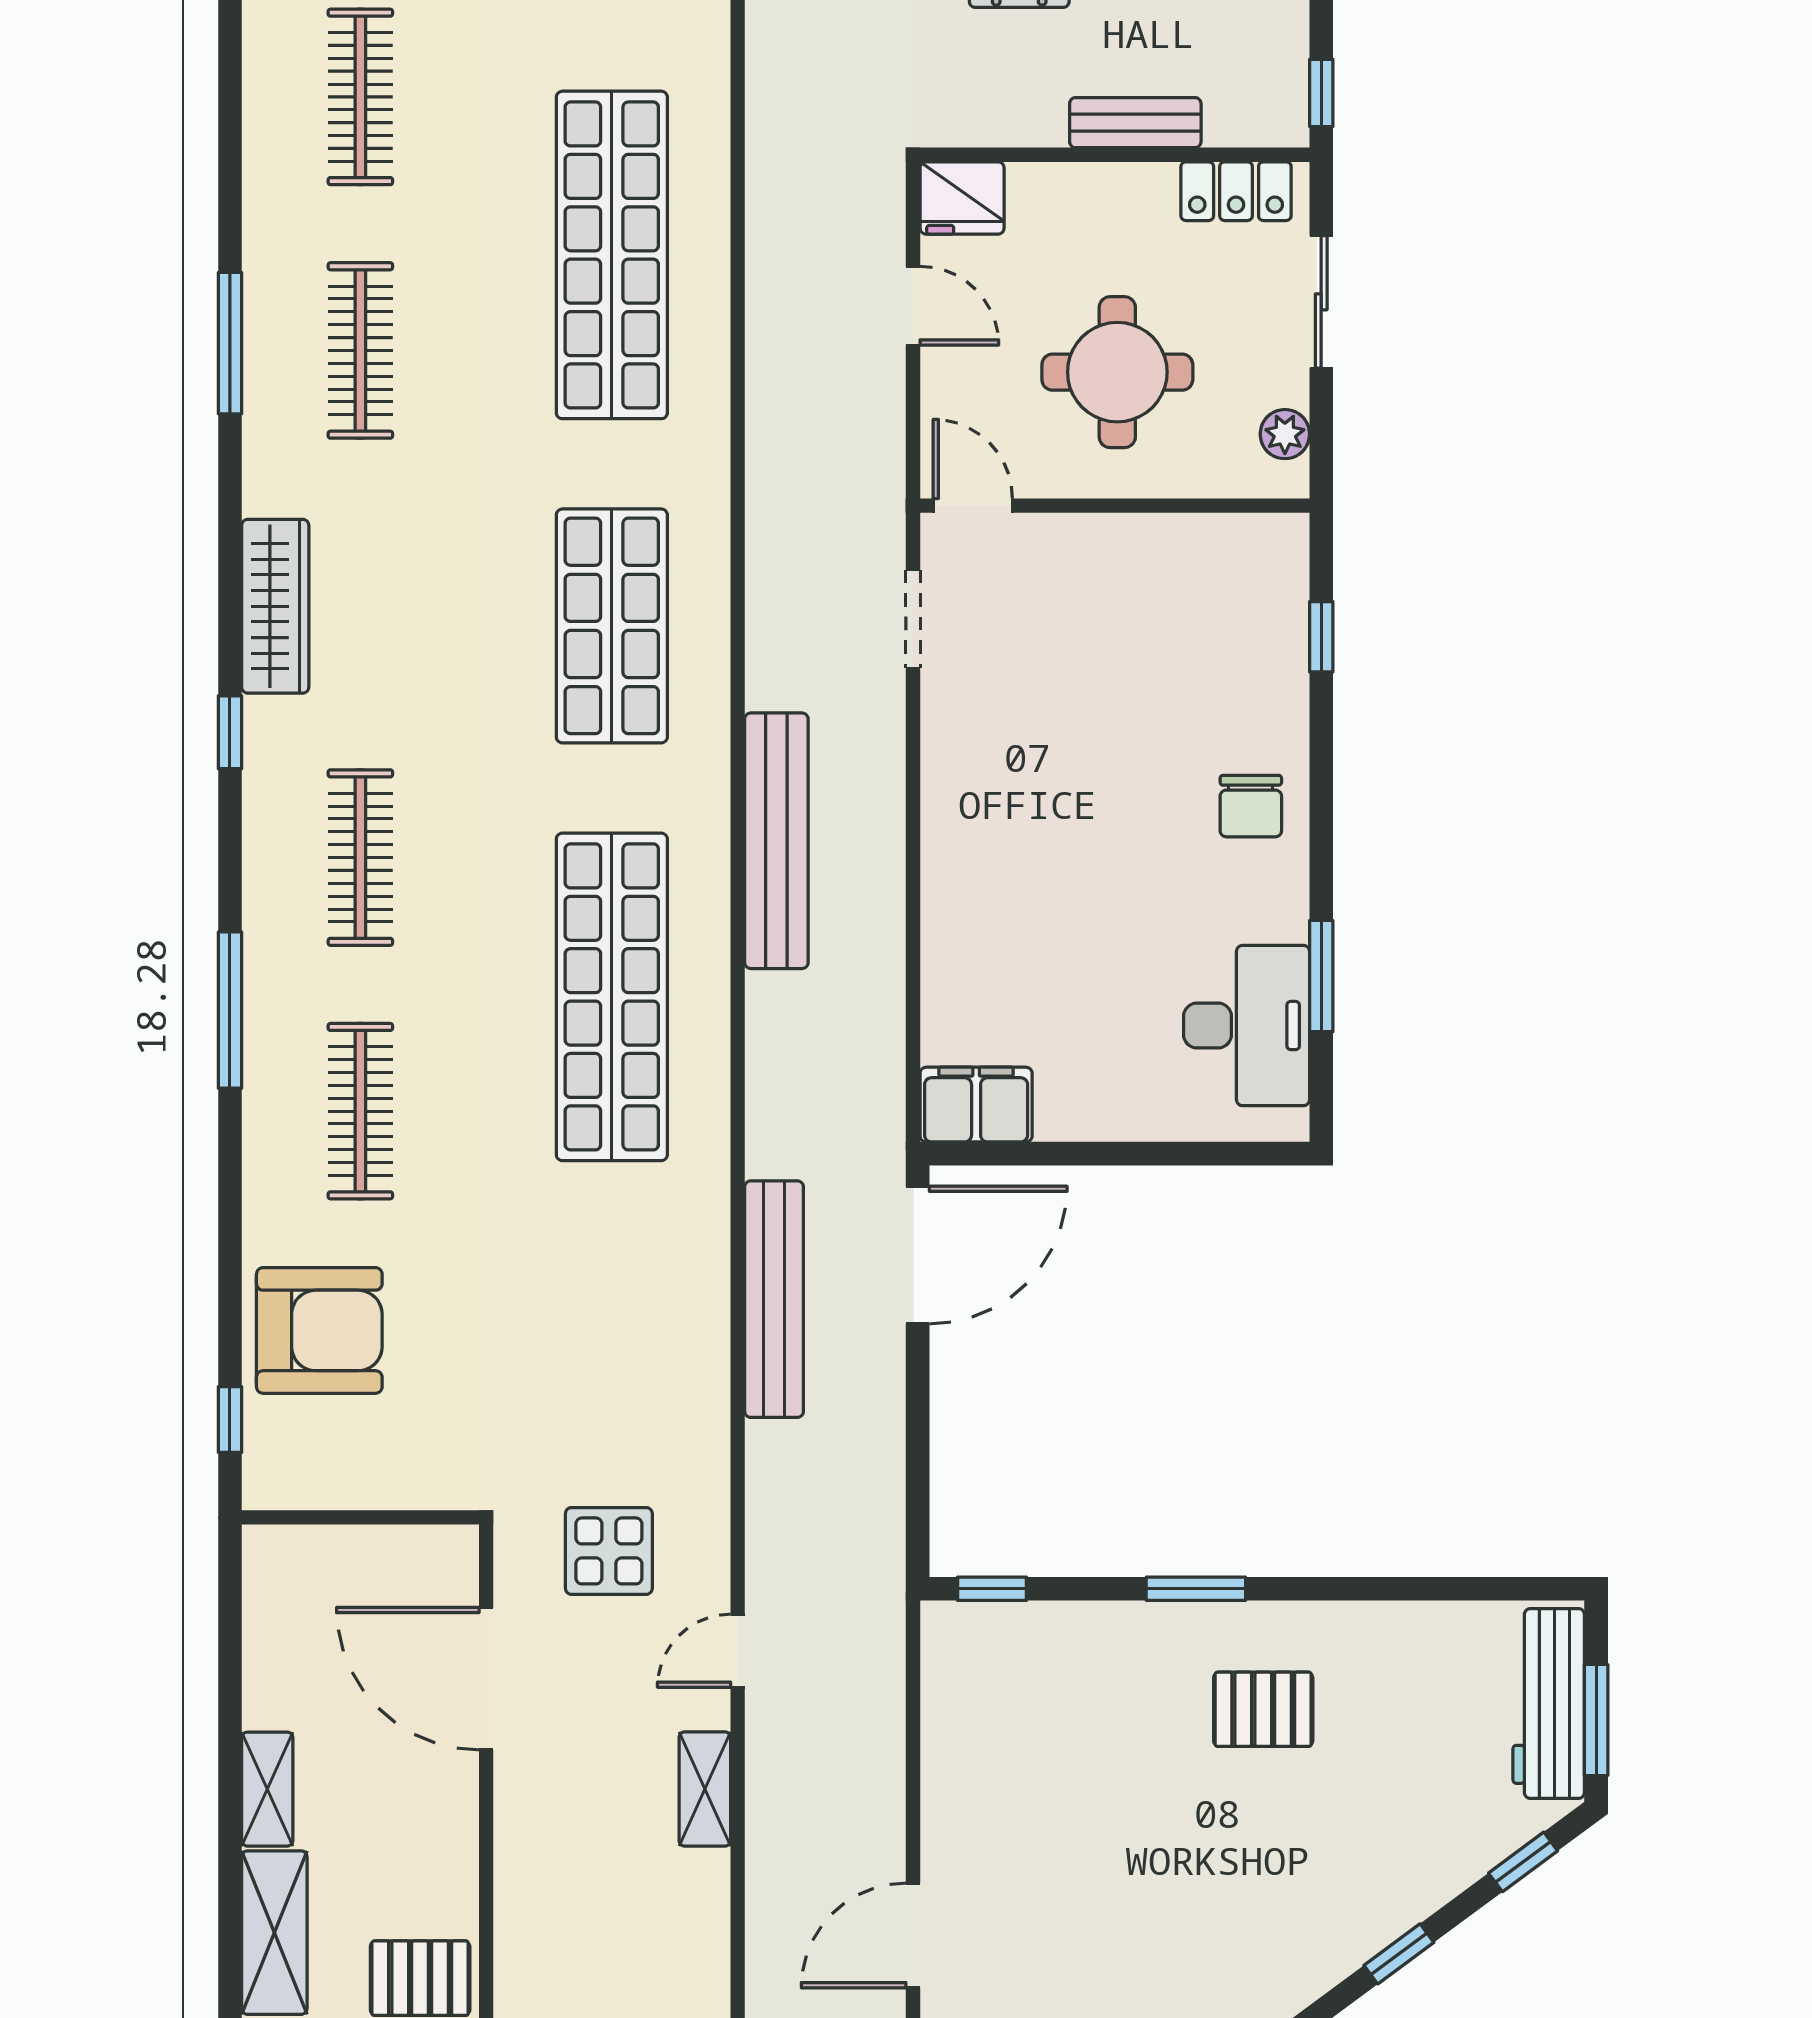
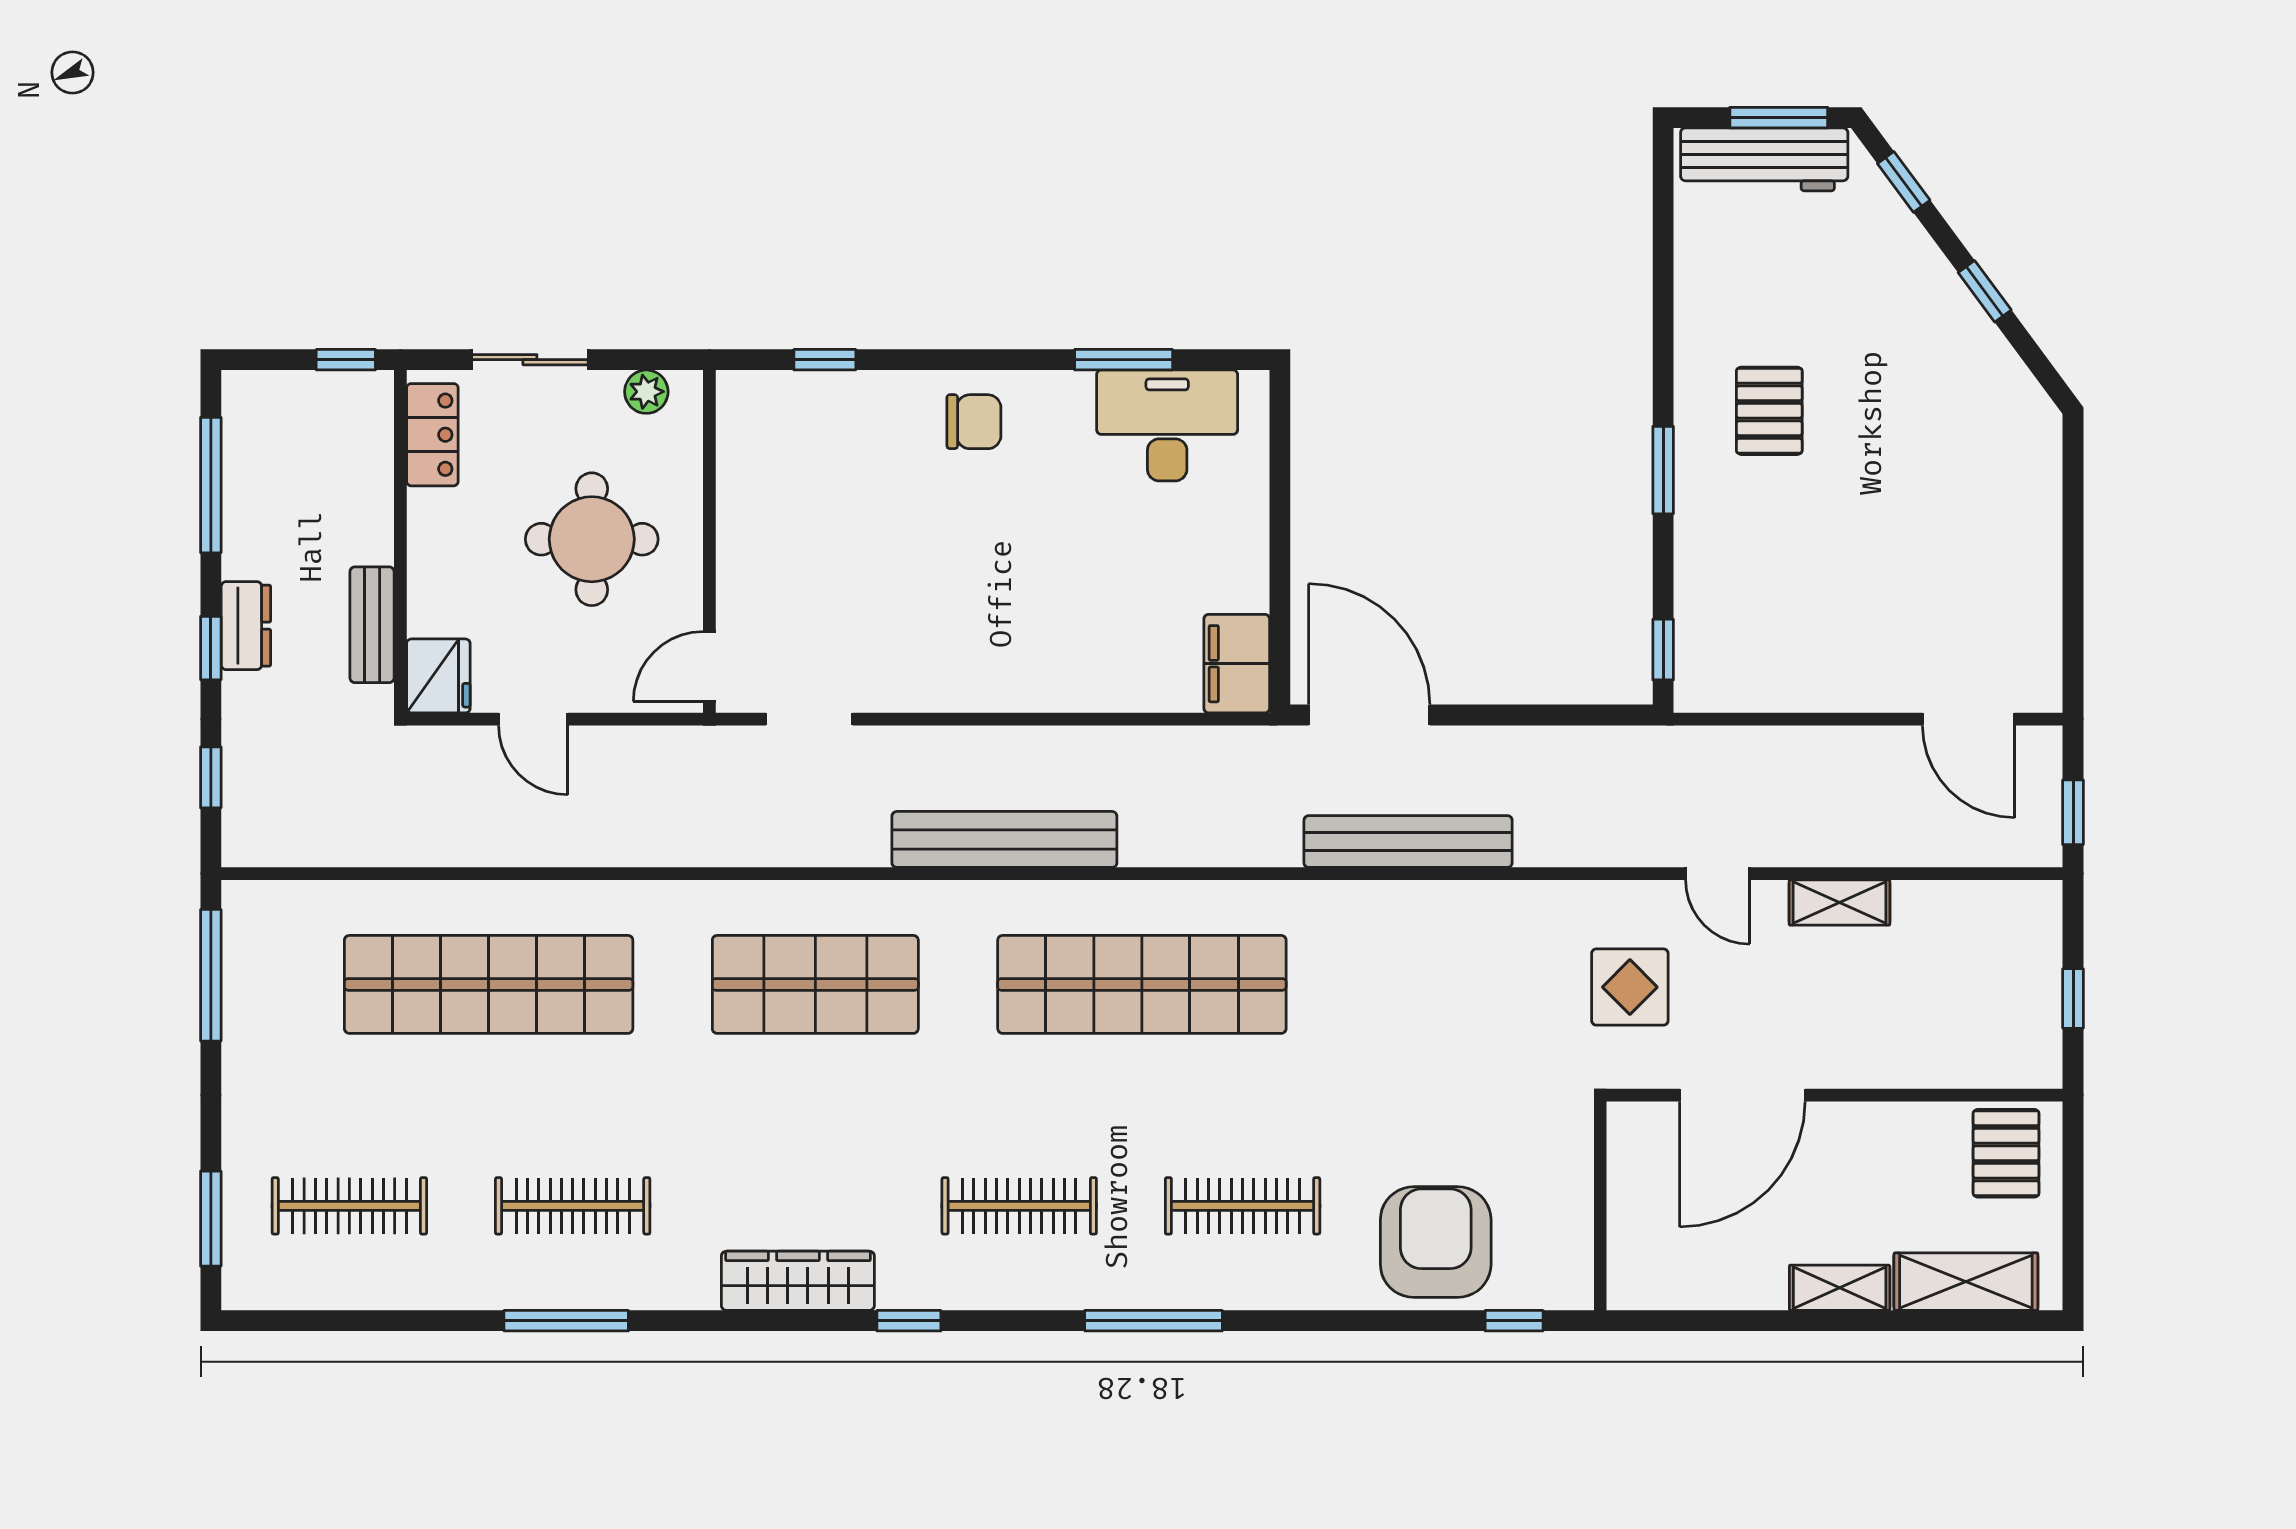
bench: (1135, 123) -> (372, 625), moved
door: (913, 306) -> (533, 719), swing flipped

